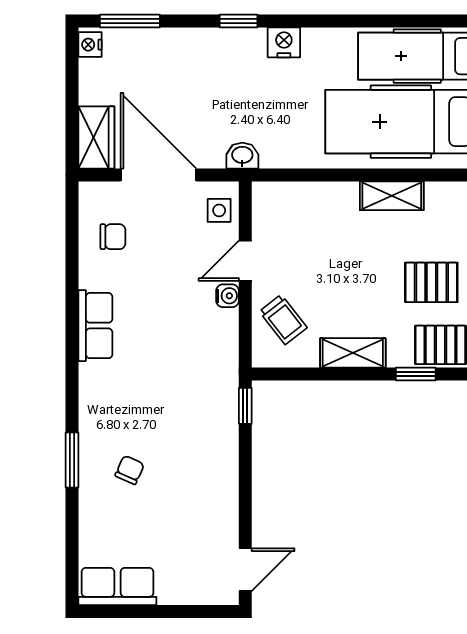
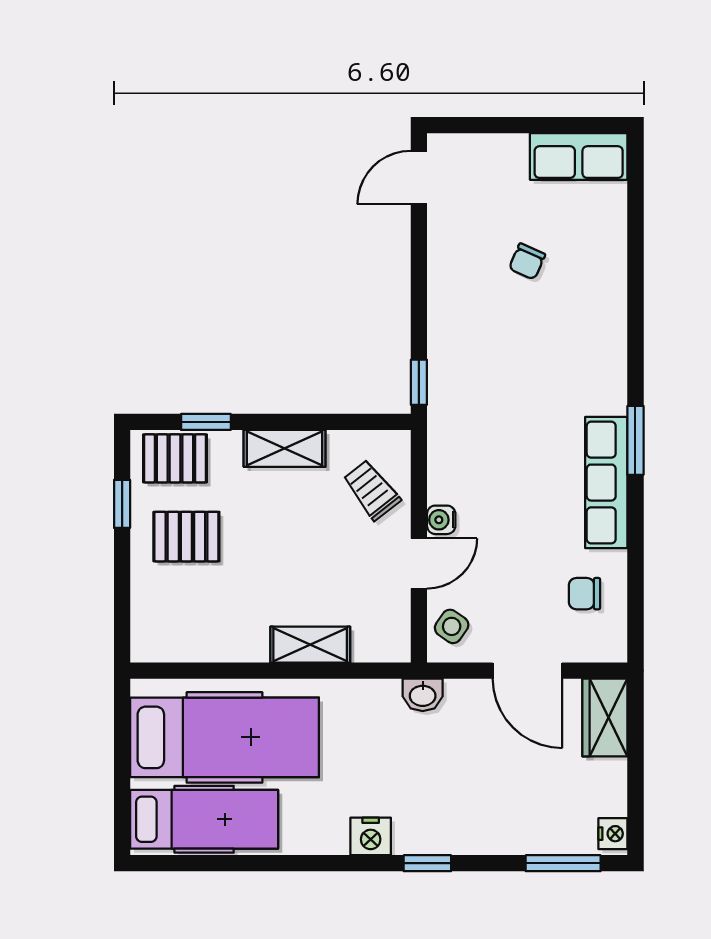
door: (158, 175) -> (527, 671), width x0.73
shelving: (392, 196) -> (310, 645), moved
side table: (219, 210) -> (452, 626), turned 35
row of seats: (95, 326) -> (606, 483), width x1.48
window: (72, 460) -> (635, 440), moved
chair: (130, 470) -> (527, 261), moved

